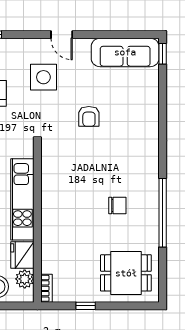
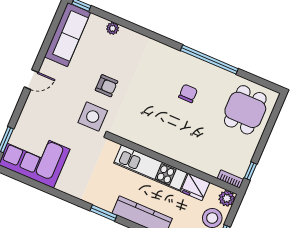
side table: (43, 77) -> (93, 117), moved
plant: (152, 97) -> (113, 28), added
plant: (25, 279) -> (227, 198), moved
window: (86, 306) -> (251, 171), moved

